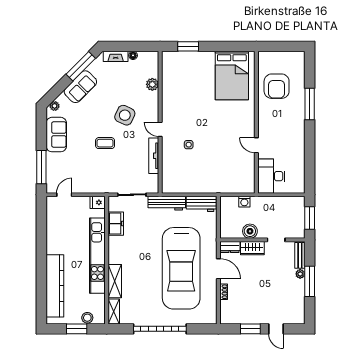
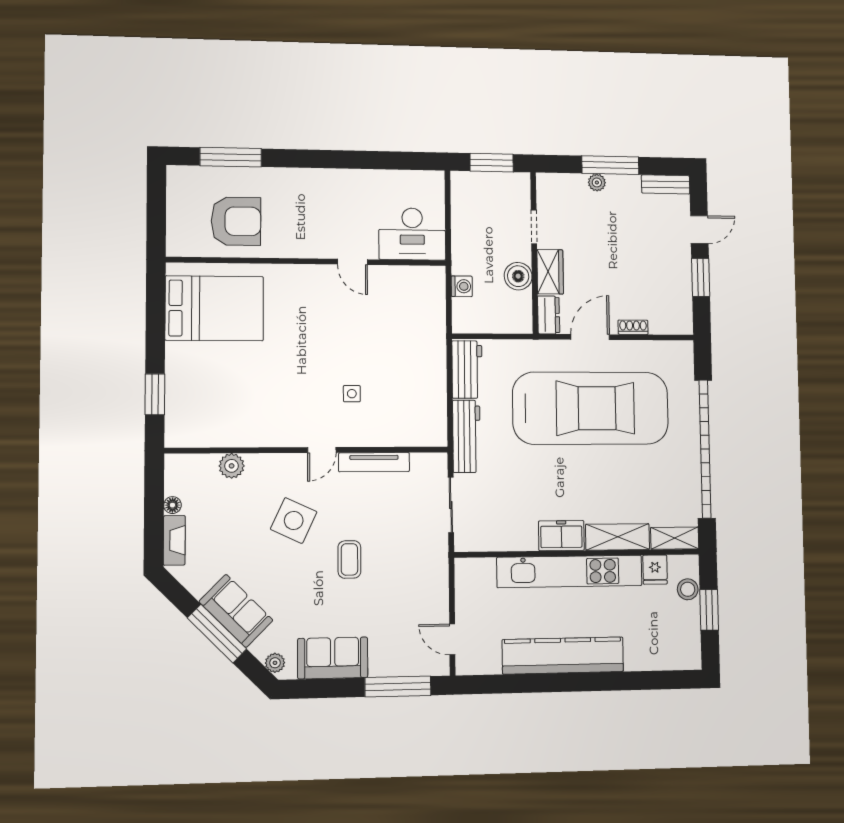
window: (81, 66) -> (217, 633), moved
window: (310, 104) -> (231, 157), moved
door: (256, 145) -> (352, 262), hinge flipped
fridge: (98, 202) -> (655, 570), moved
freezer: (116, 224) -> (561, 536), moved
bench: (300, 255) -> (666, 184), moved
kitchen counter: (55, 286) -> (563, 656), moved
garage door: (160, 329) -> (705, 449), width x1.36

